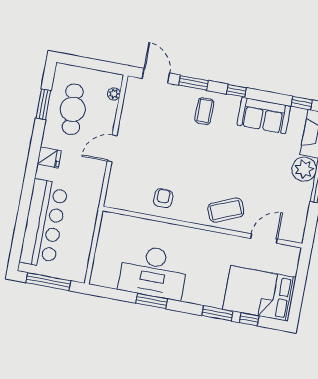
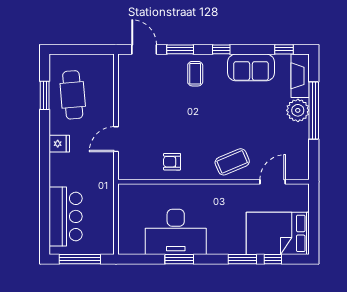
plant: (114, 94) -> (108, 74), removed
door: (112, 148) -> (116, 139), moved
armchair: (163, 198) -> (172, 162), turned -90
bar counter: (44, 223) -> (66, 216), width x0.73

